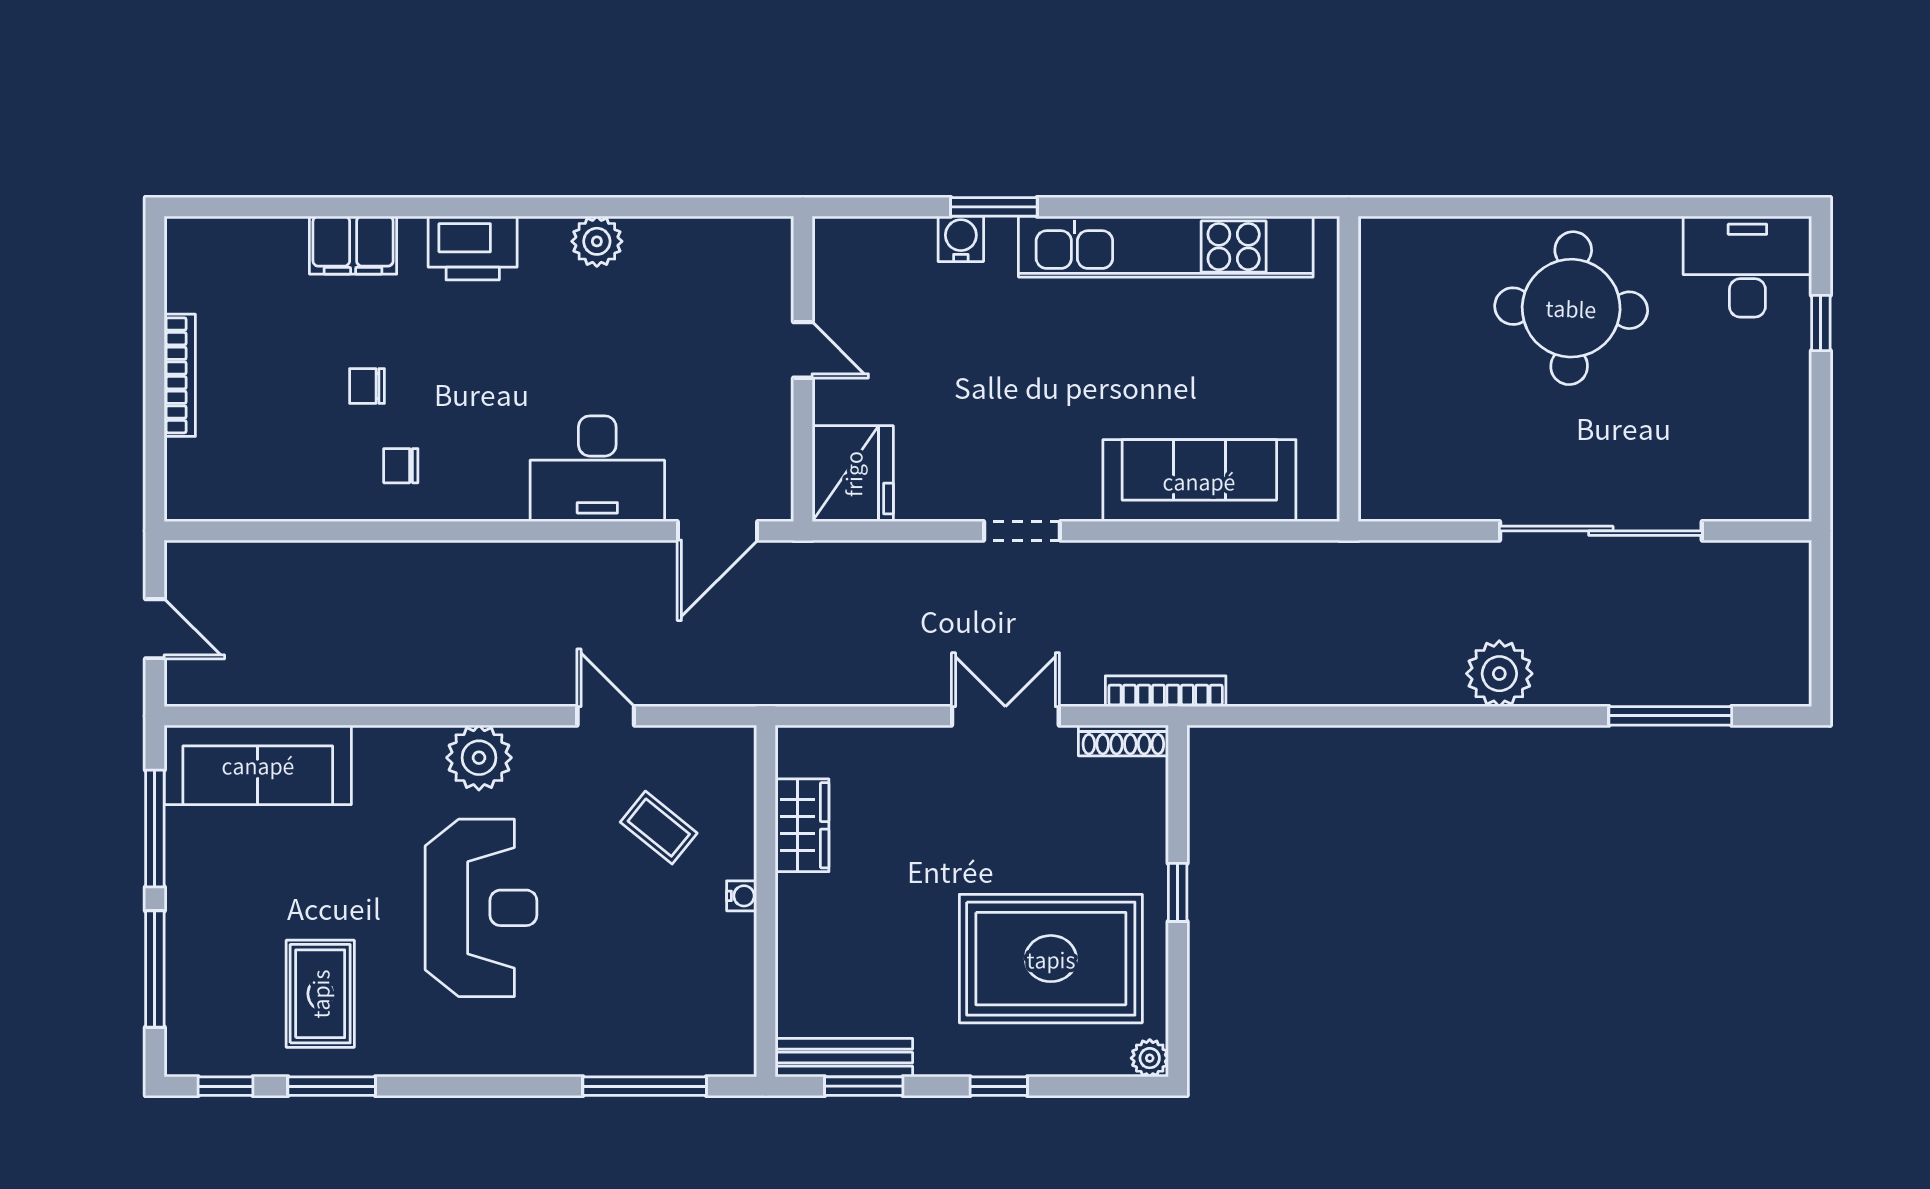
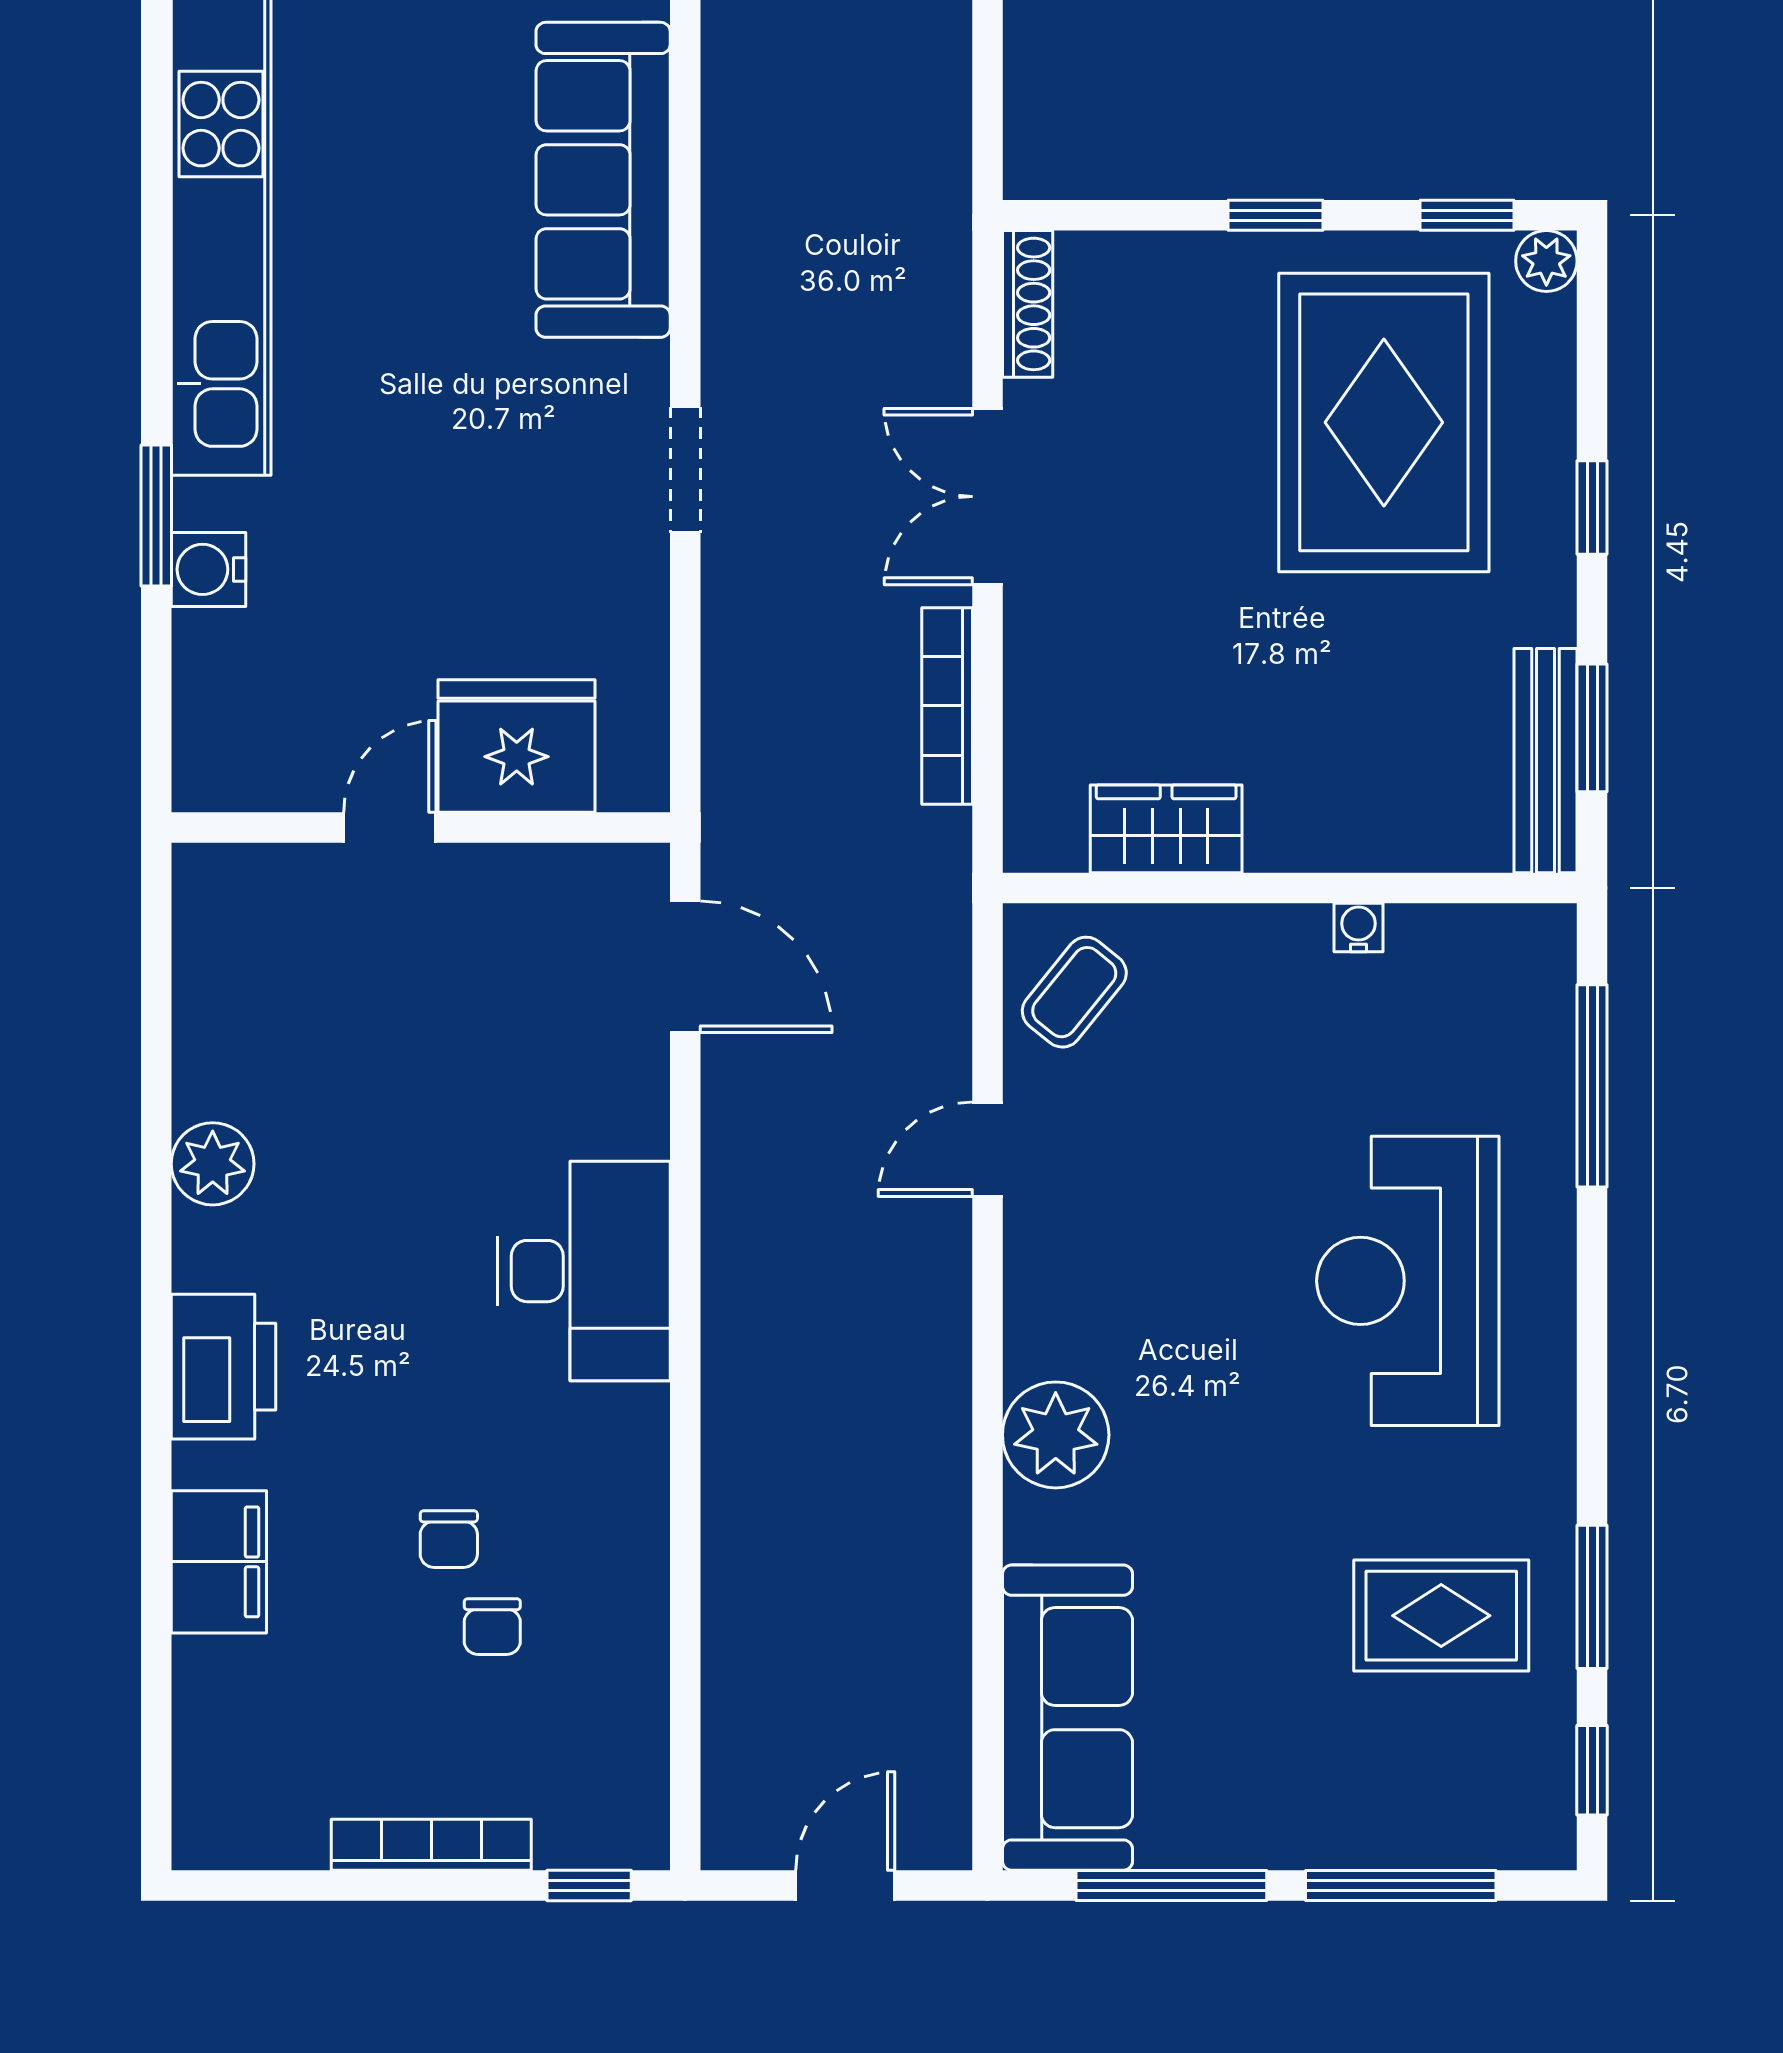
chair: (401, 466) -> (492, 1627), moved
desk: (597, 469) -> (584, 1271), moved
window: (155, 472) -> (589, 1885), added
fridge: (853, 474) -> (517, 746), moved
bookcase: (1166, 691) -> (947, 706), moved
plant: (479, 758) -> (1056, 1435), moved
coffee table: (659, 828) -> (1074, 992), moved
water cooler: (742, 896) -> (1358, 927), moved
reception desk: (481, 908) -> (1408, 1281), moved, turned -90
window: (1178, 1010) -> (1467, 215), added

